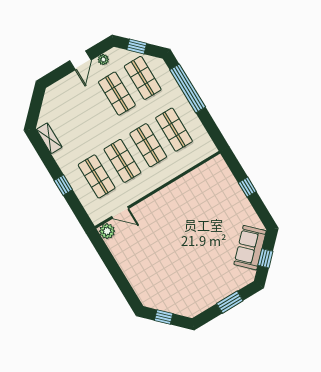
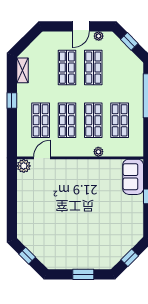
shop shelf: (143, 78) -> (67, 68), moved
plant: (172, 173) -> (98, 152), added
window: (63, 185) -> (12, 100), moved
door: (120, 212) -> (42, 158), swing flipped
sofa: (250, 248) -> (133, 177), moved, turned -45

